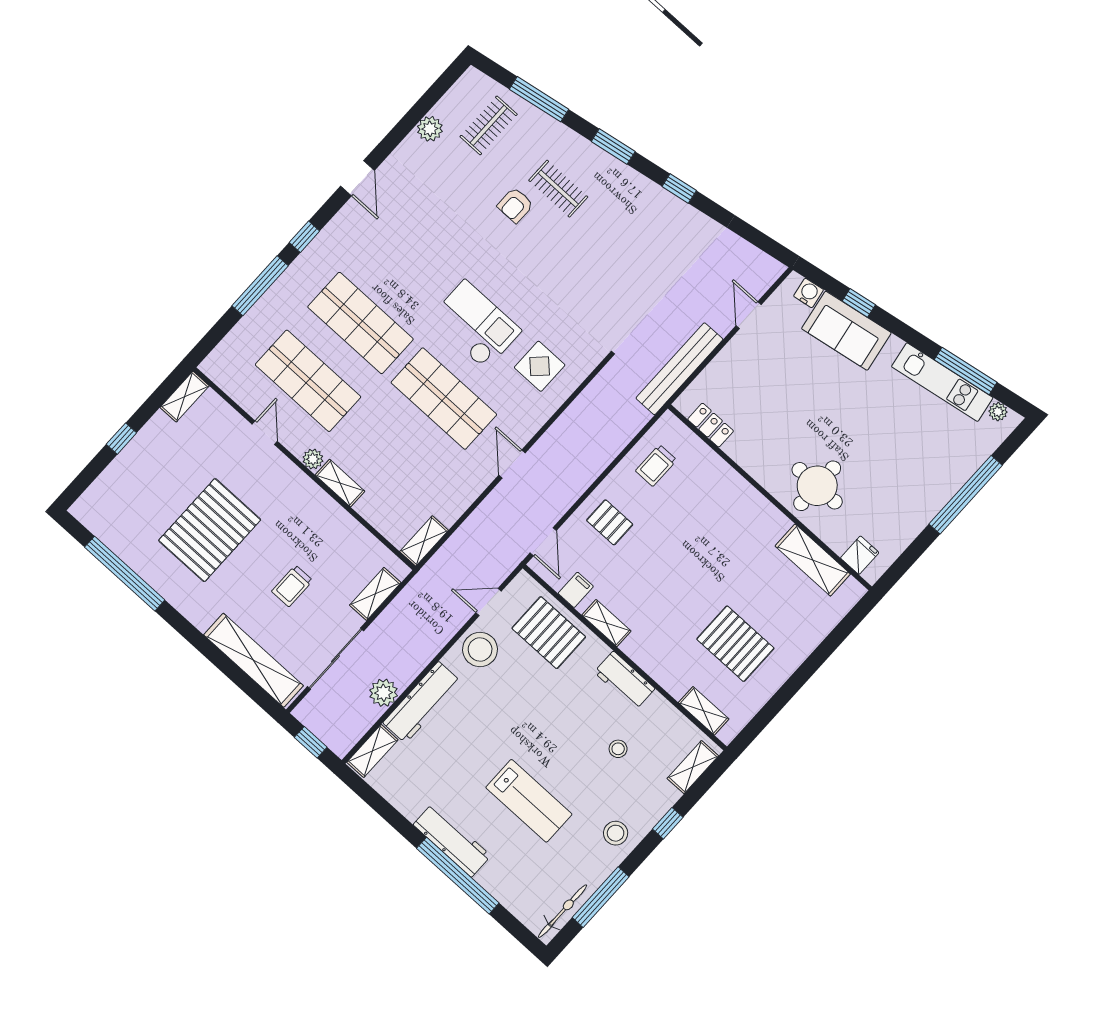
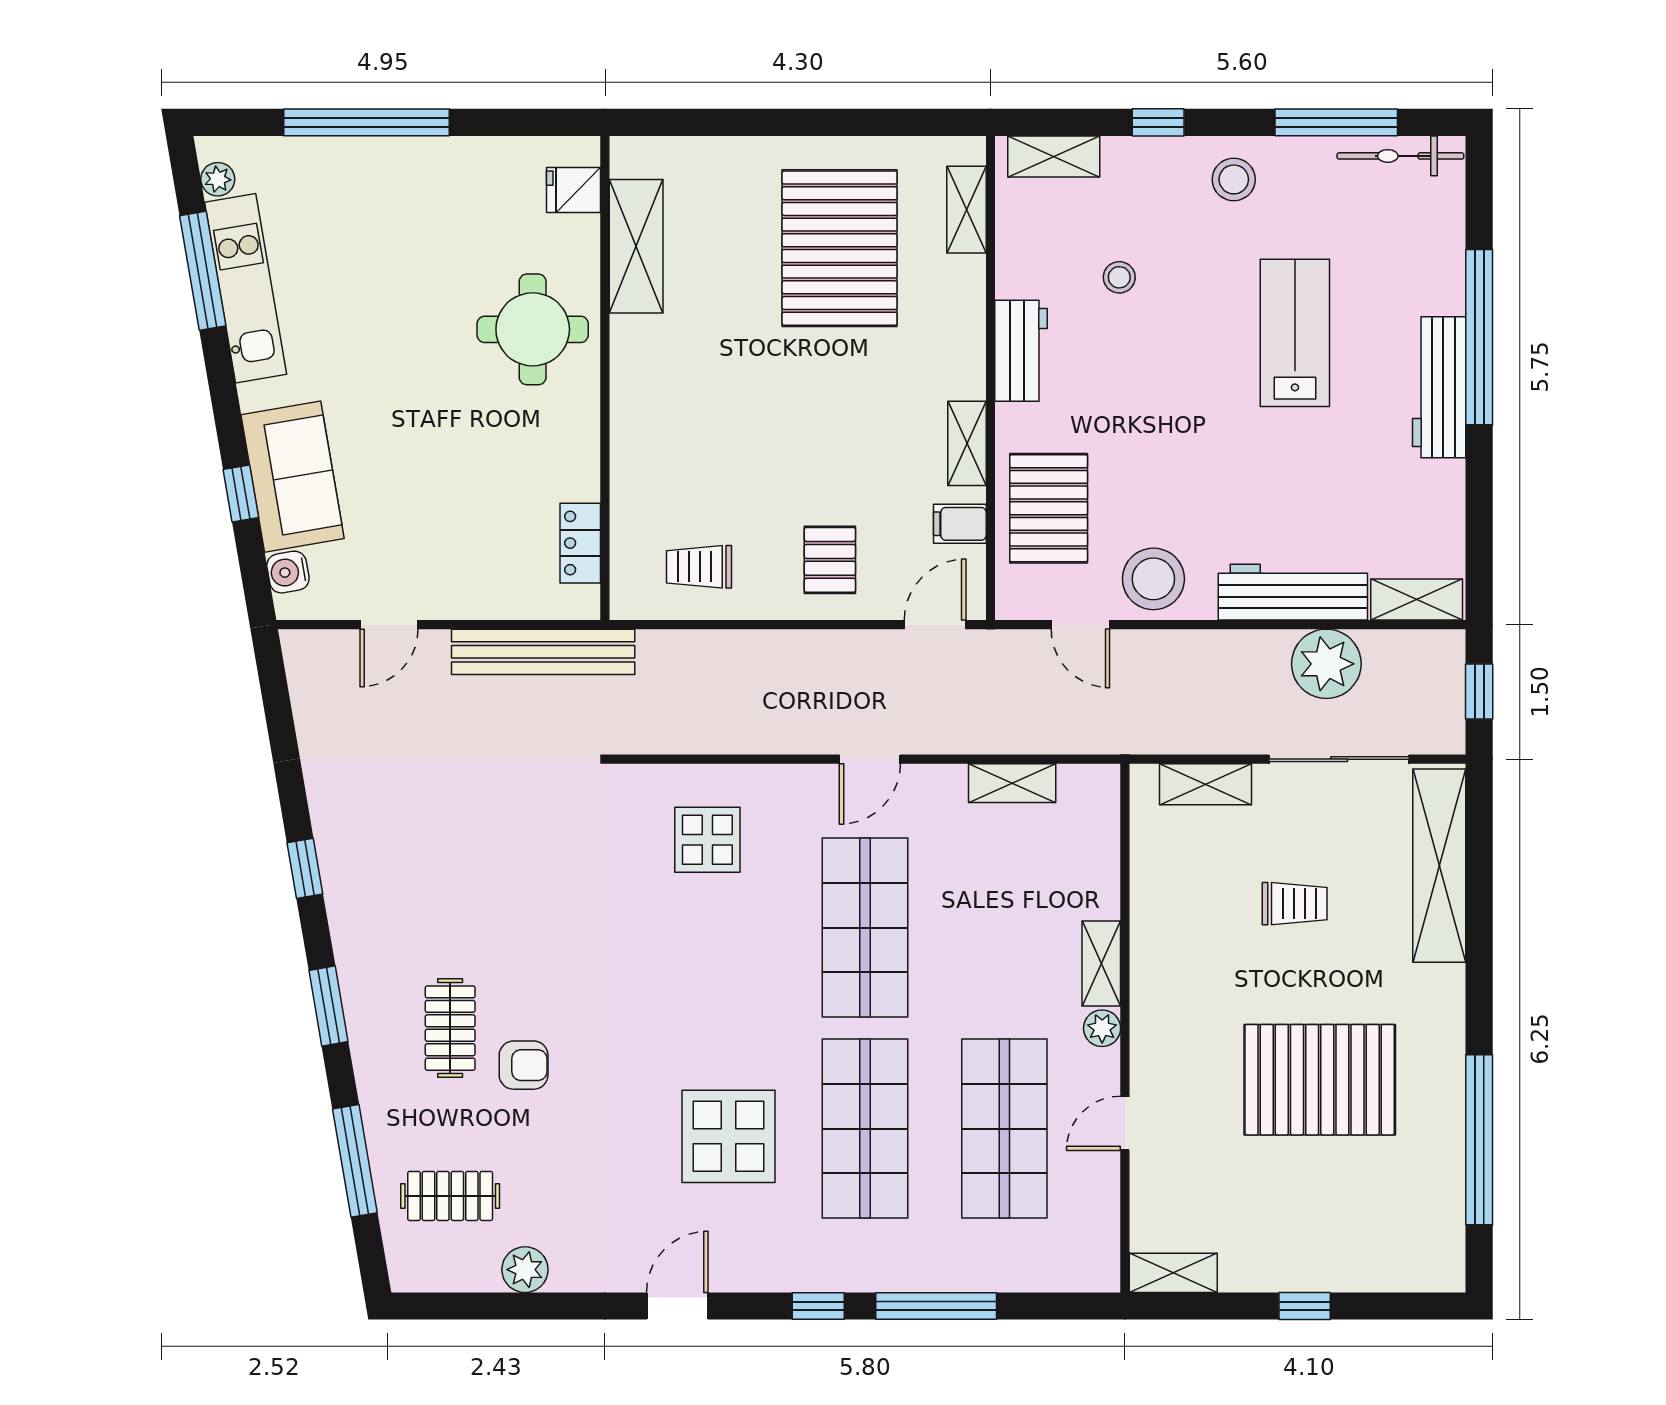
display table: (409, 263) -> (728, 1136), added
checkout: (475, 325) -> (730, 975), removed
trolley: (656, 465) -> (699, 567), turned 180
shelving: (424, 541) -> (1012, 783), moved
pallet: (735, 644) -> (840, 248), width x1.37, depth x1.41
plant: (384, 693) -> (1326, 664), width x1.36, depth x1.36

